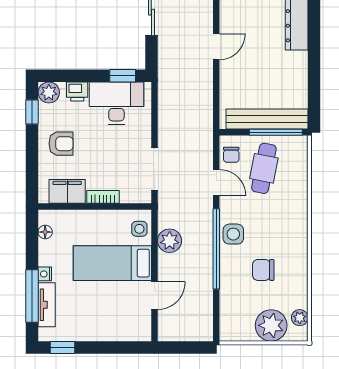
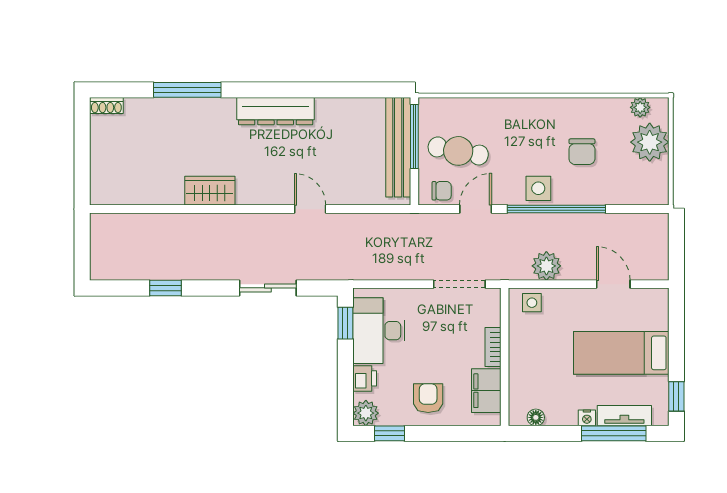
bed: (112, 263) -> (621, 353), moved, turned 90

